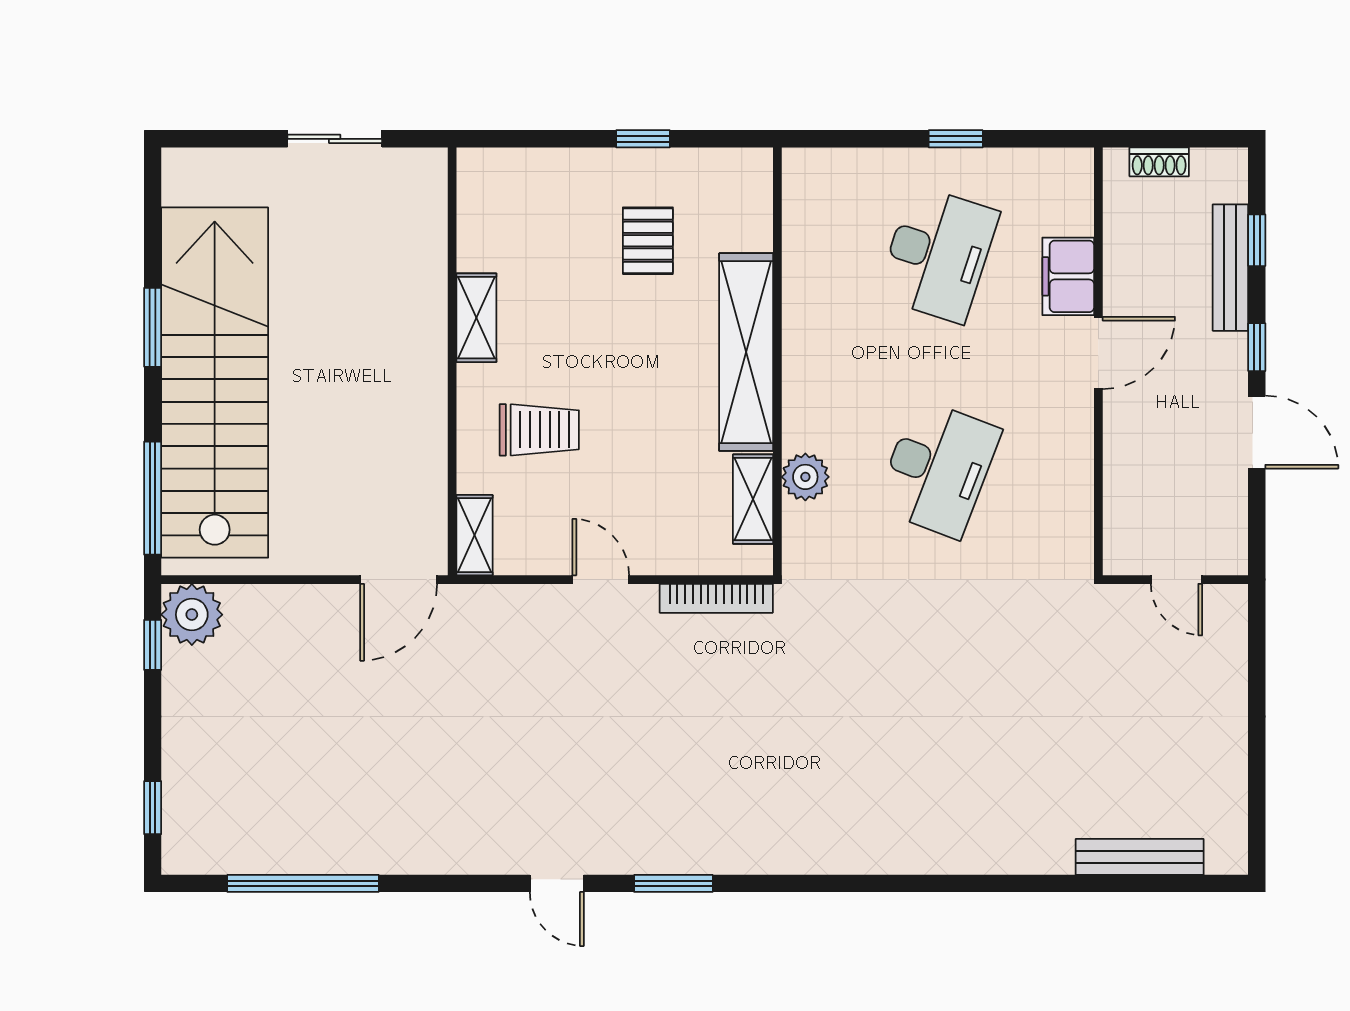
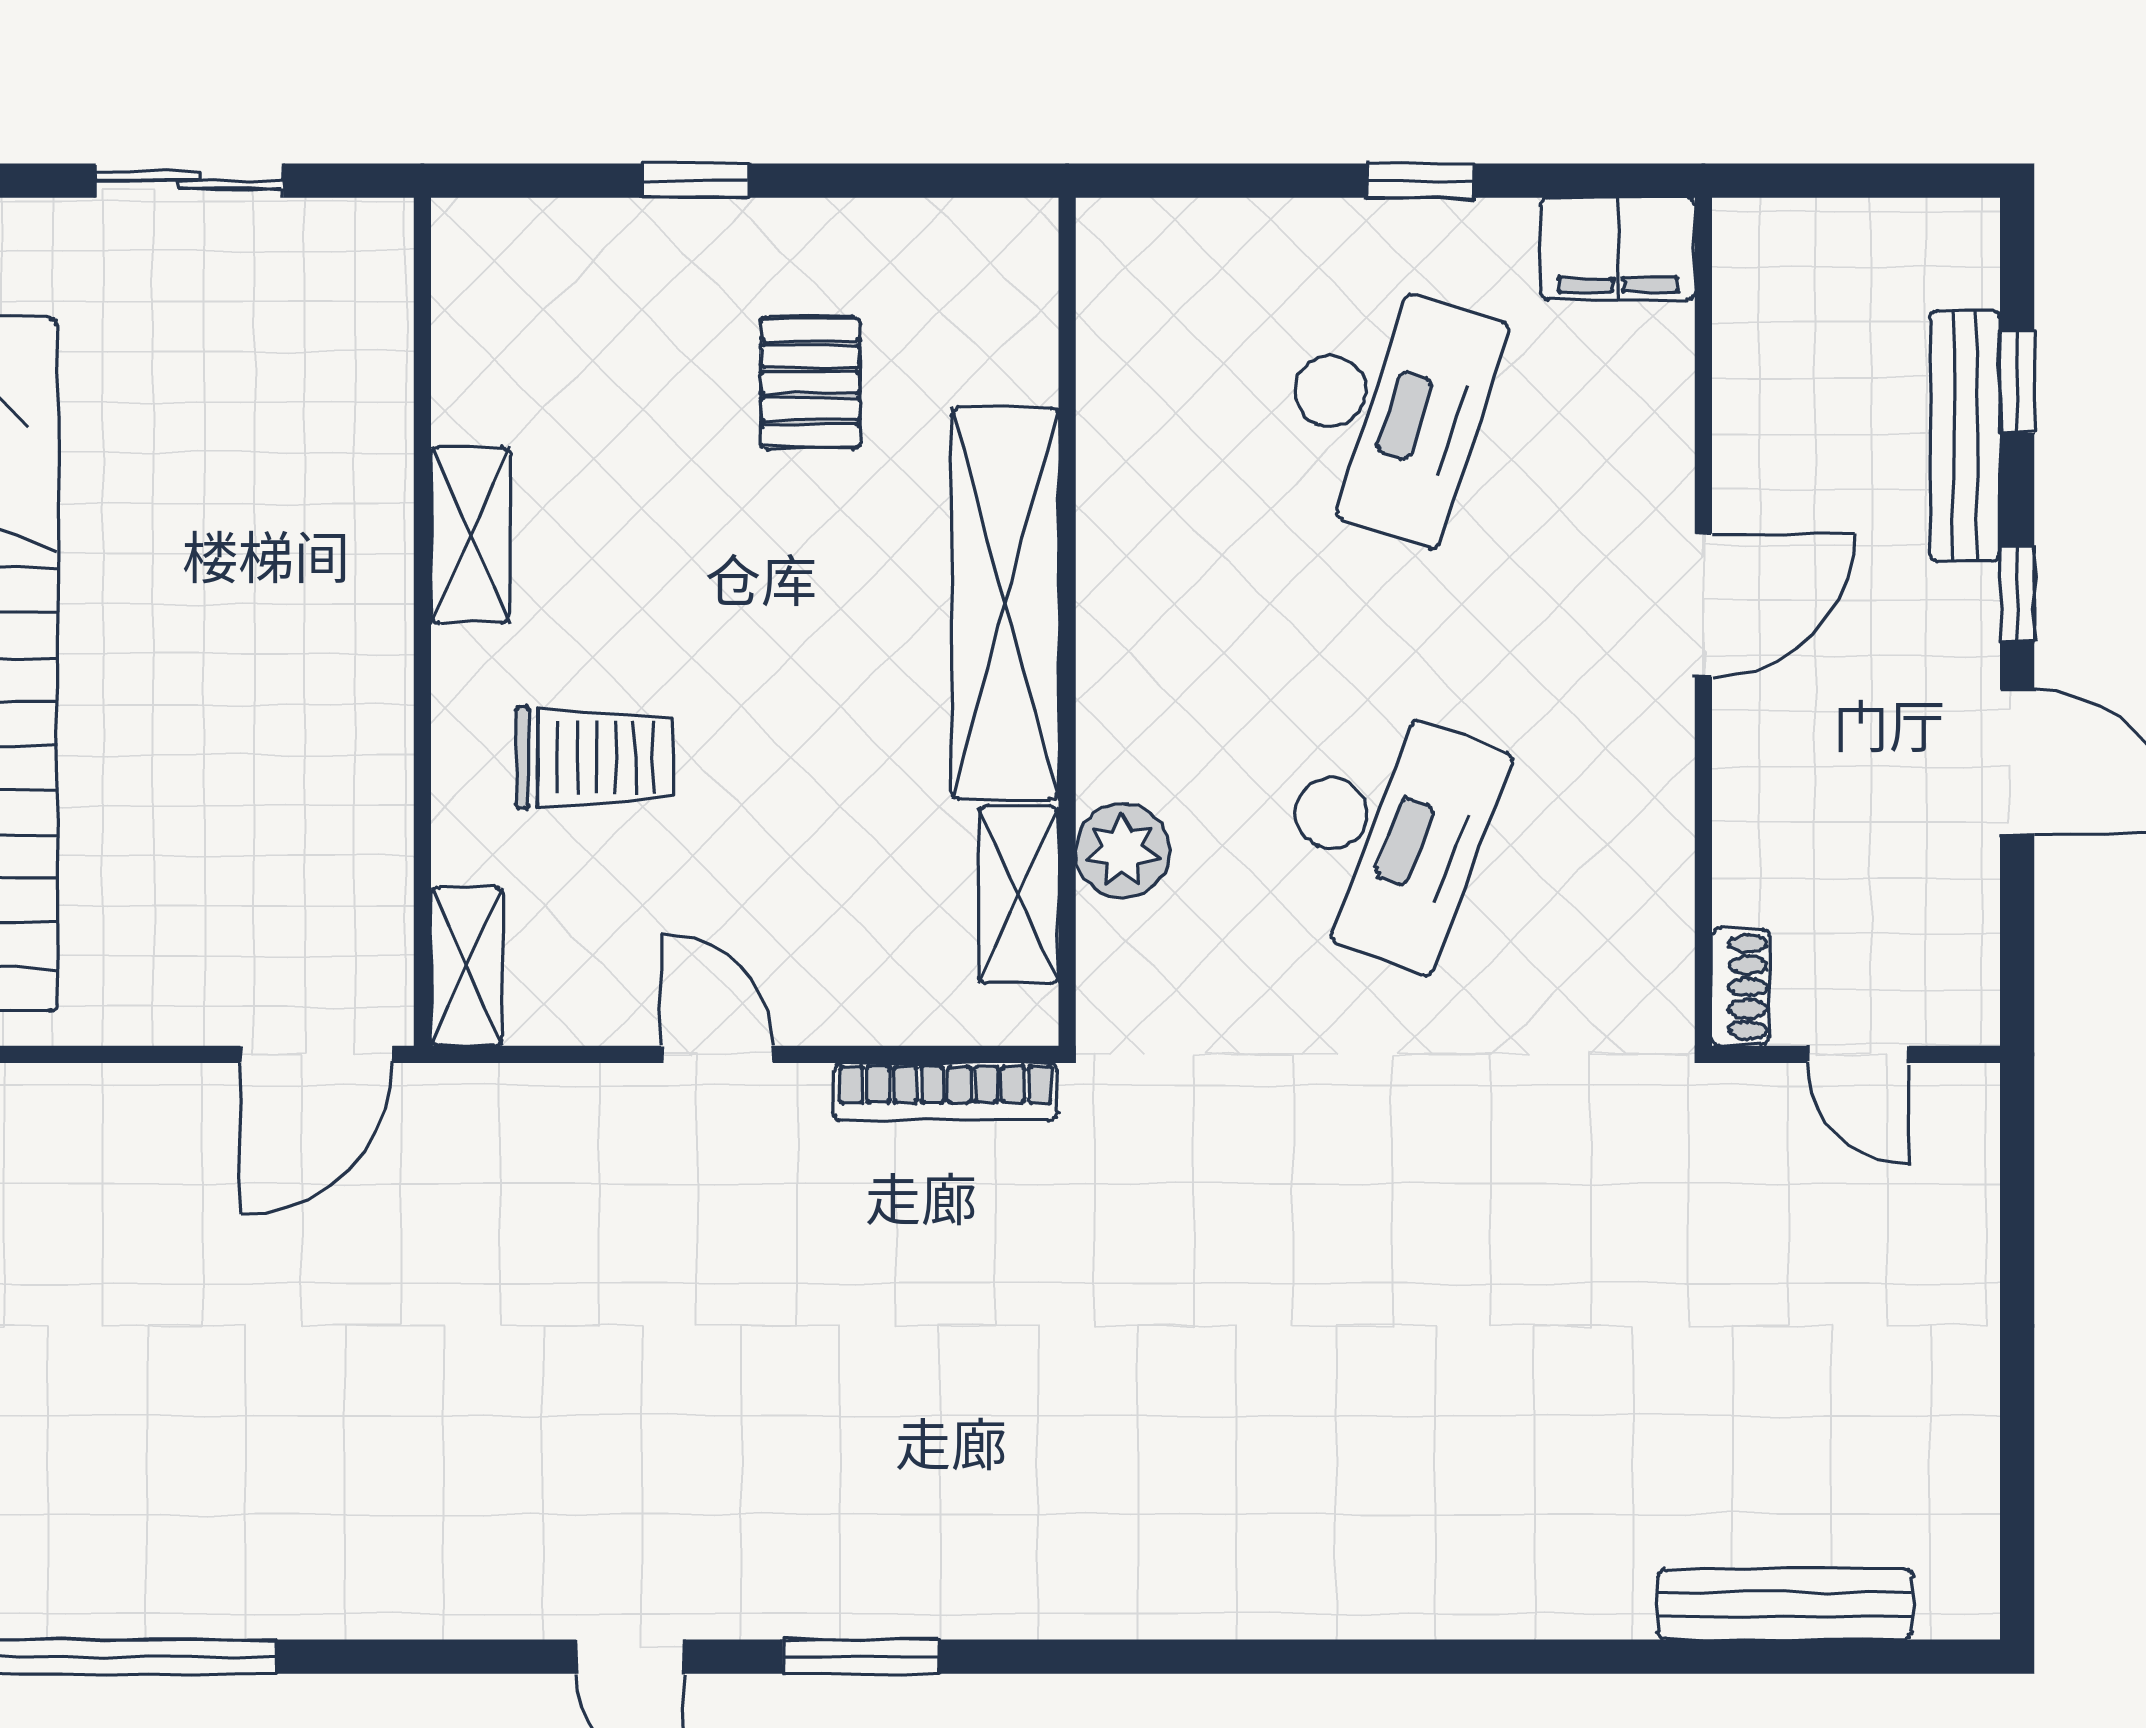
window: (643, 139) -> (695, 181), moved
shoe rack: (1159, 162) -> (1740, 987), moved, turned -90
filing cabinet: (1068, 276) -> (1618, 249), moved, turned -90

